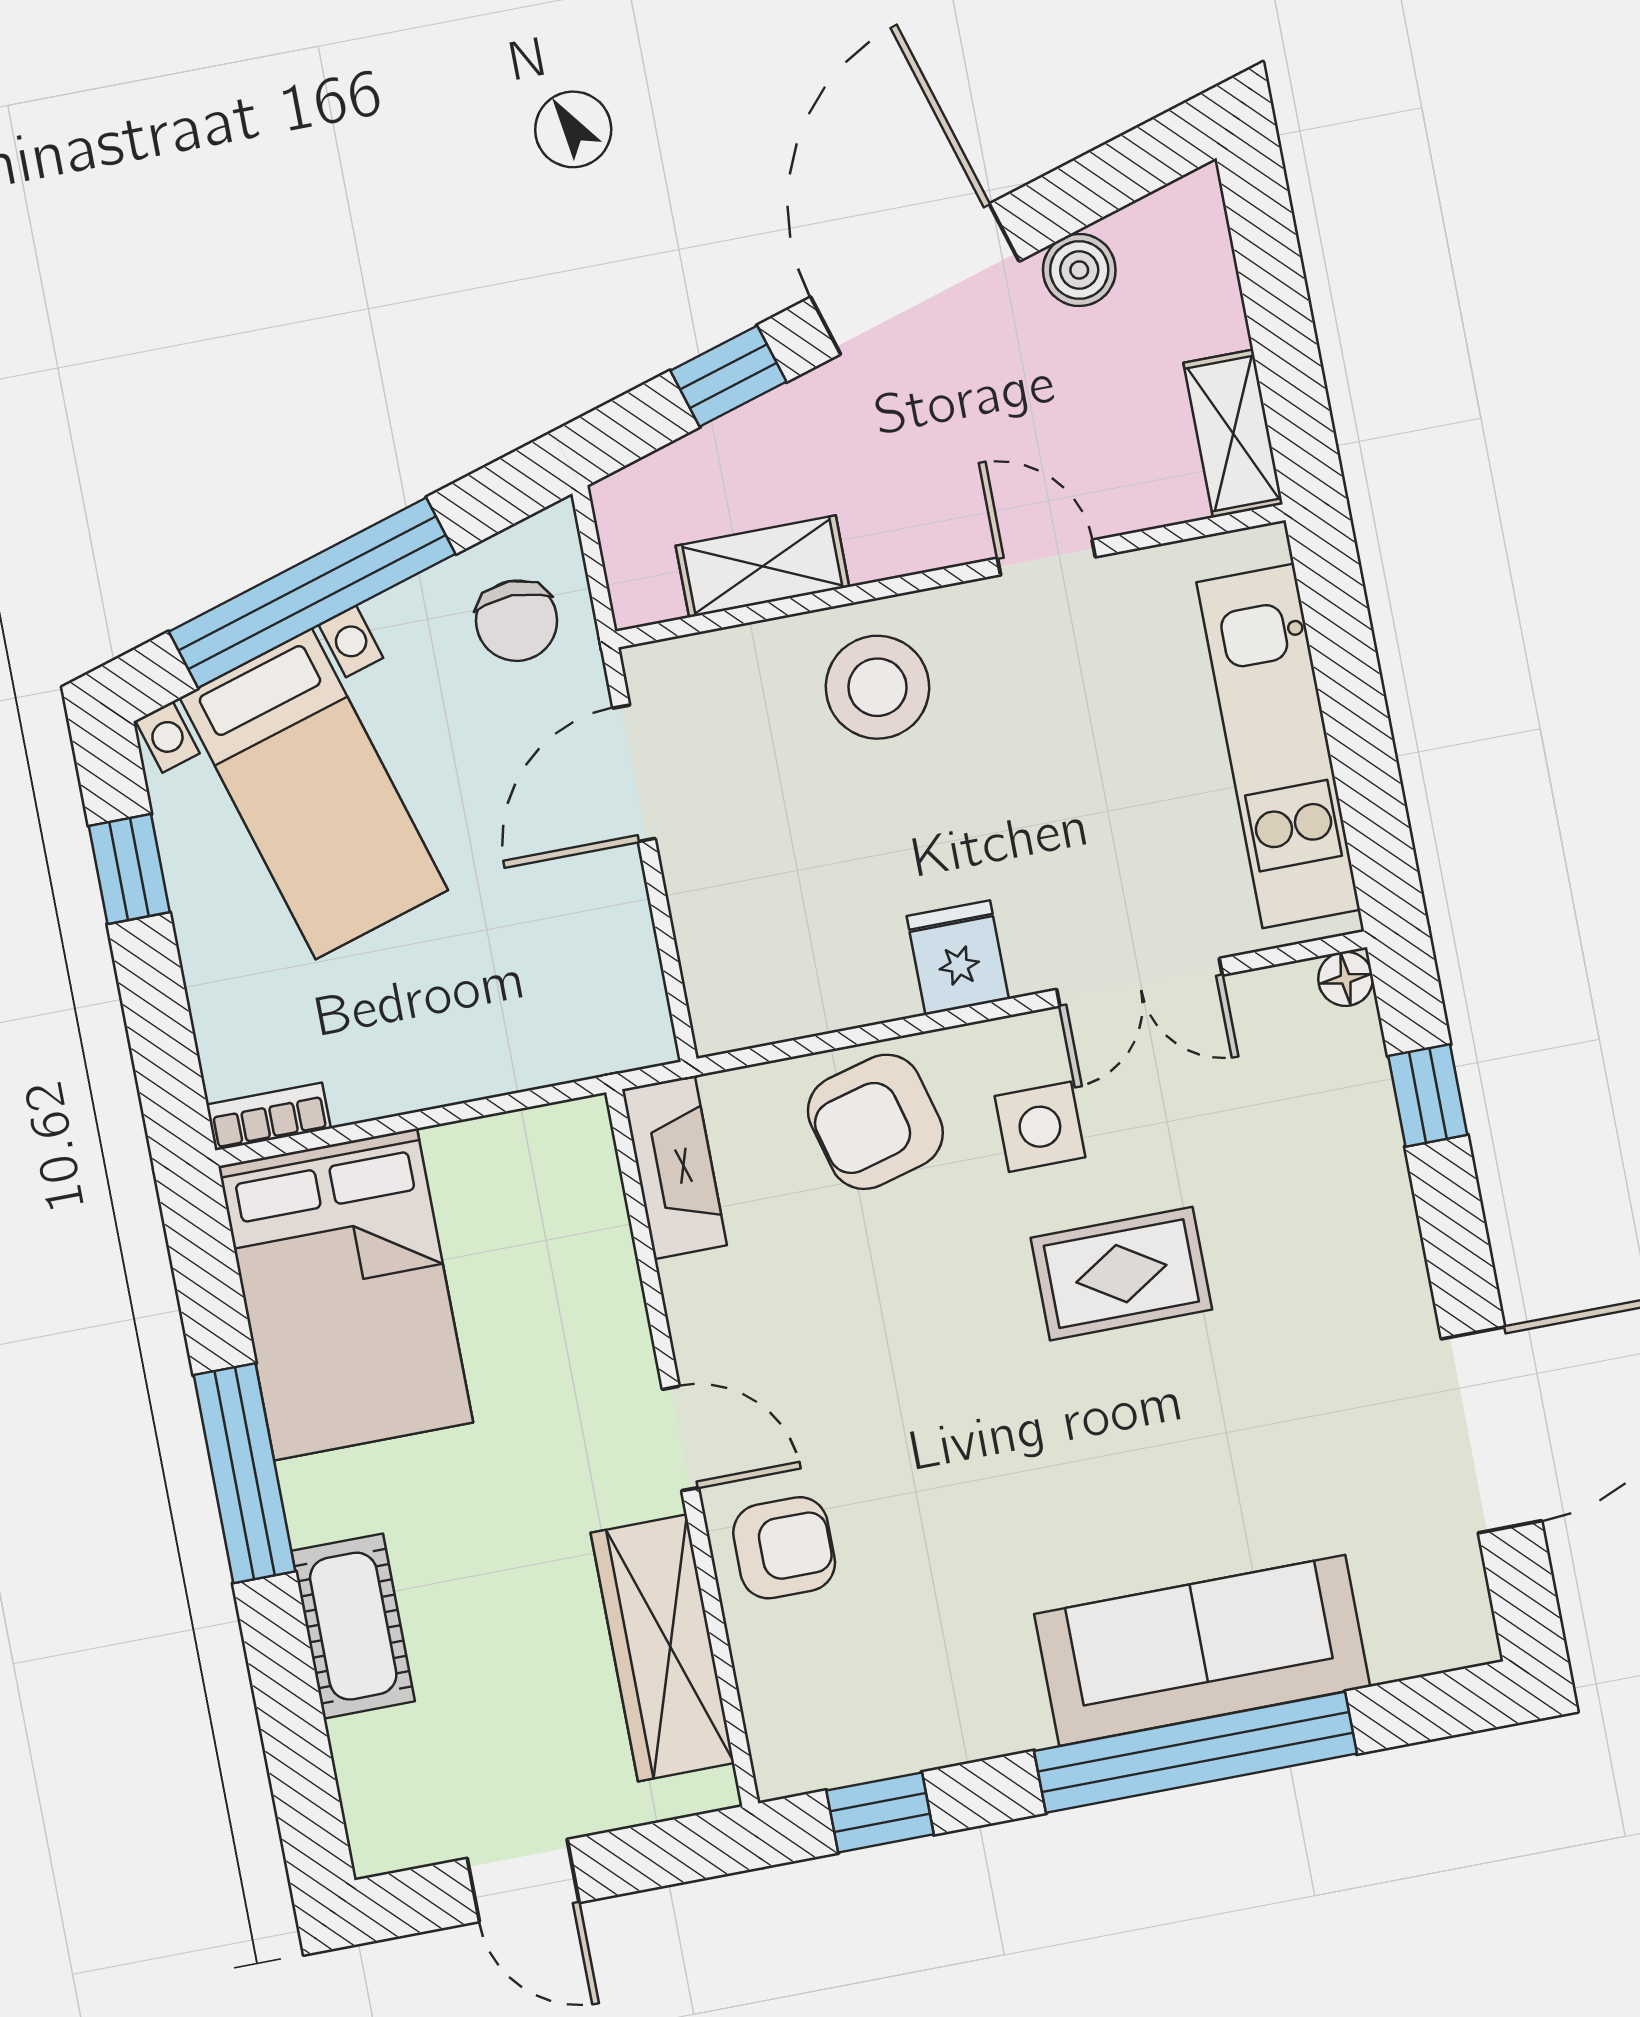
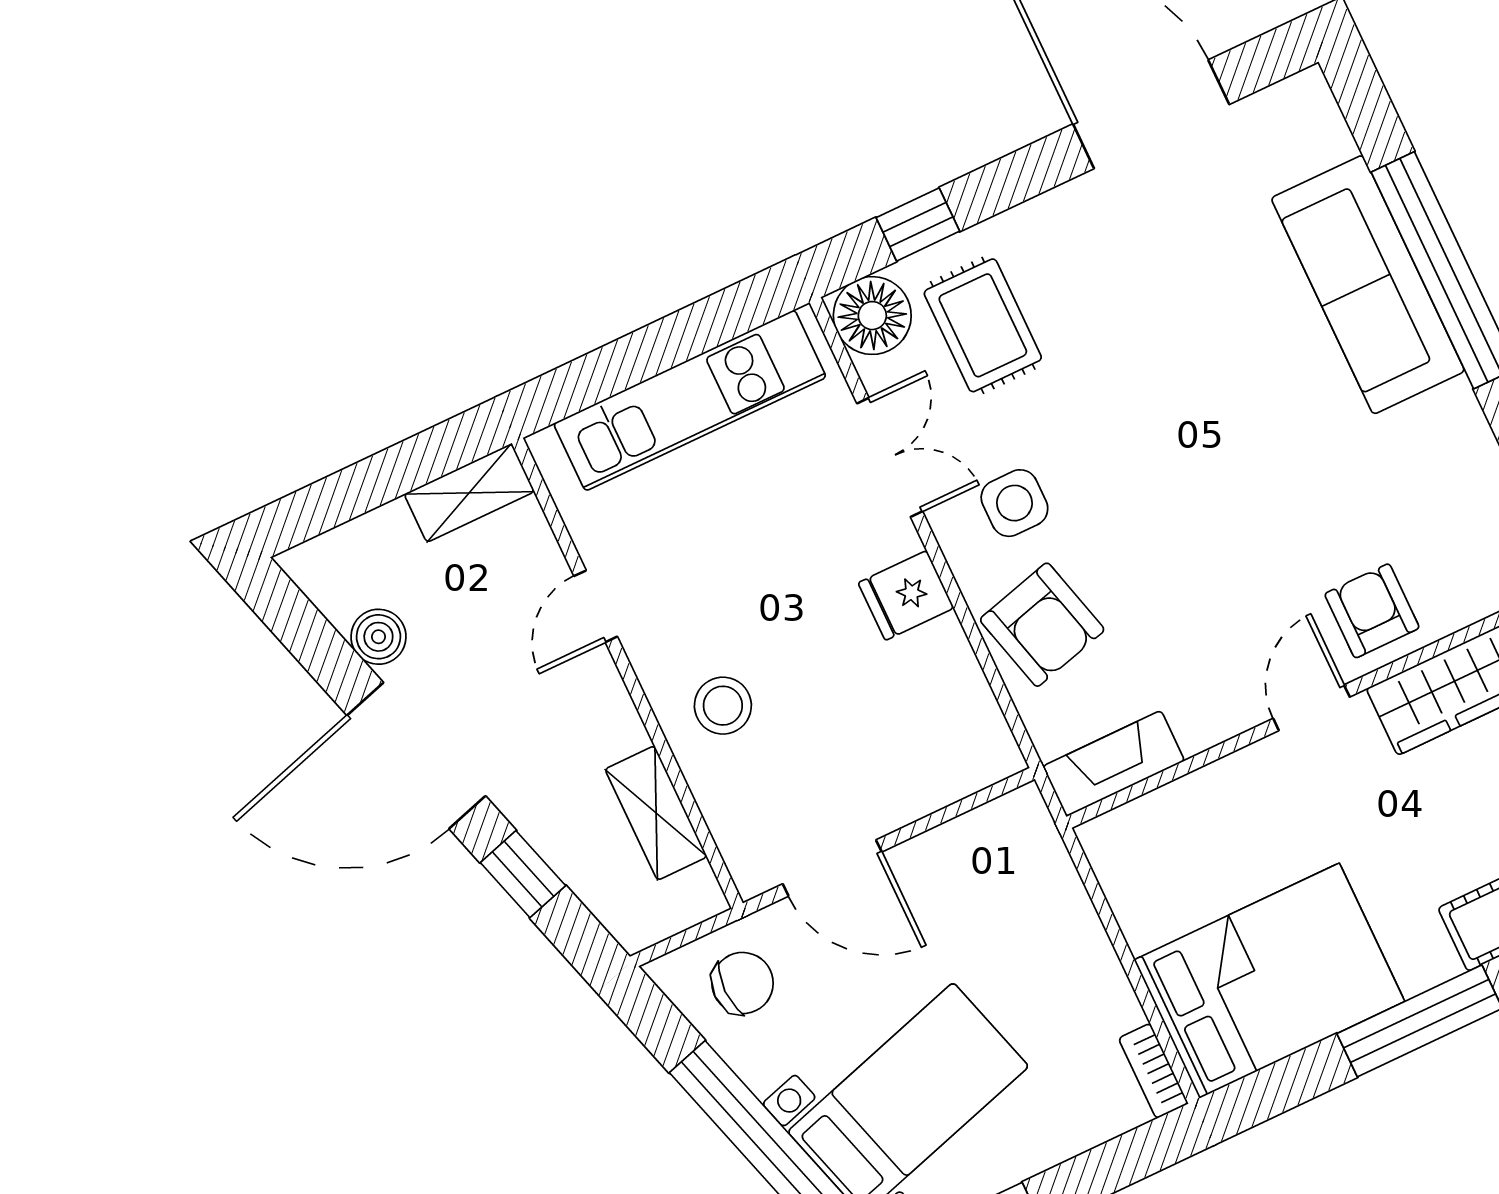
stool: (877, 687) -> (723, 706), width x0.73, depth x0.73
floor lamp: (1346, 979) -> (872, 316), width x1.89, depth x1.89
rug: (1121, 1274) -> (983, 325), moved

